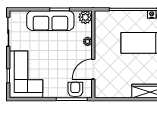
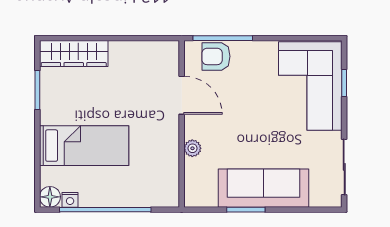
plant: (85, 17) -> (197, 195), removed
door: (93, 69) -> (182, 95), hinge flipped
armchair: (75, 90) -> (216, 56), turned 90

